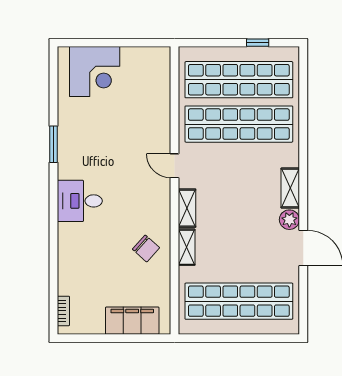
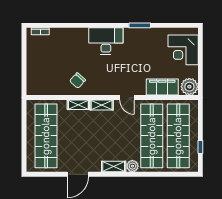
plant: (156, 61) -> (189, 87), added
door: (175, 166) -> (127, 98), swing flipped
desk: (80, 201) -> (106, 41), width x1.37
plant: (289, 220) -> (132, 166), moved
filing cabinet: (132, 321) -> (162, 87), moved, turned -90

